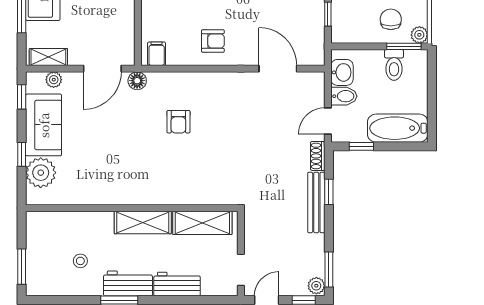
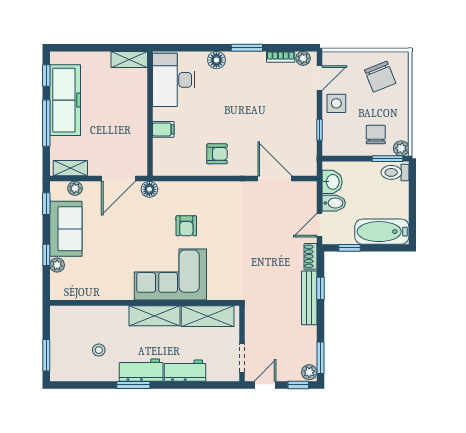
filing cabinet: (157, 54) -> (163, 129), moved, turned 90
toilet: (394, 65) -> (395, 172), moved, turned 90
plant: (41, 173) -> (57, 265), width x0.53, depth x0.53
corner sofa: (161, 176) -> (170, 274), added

